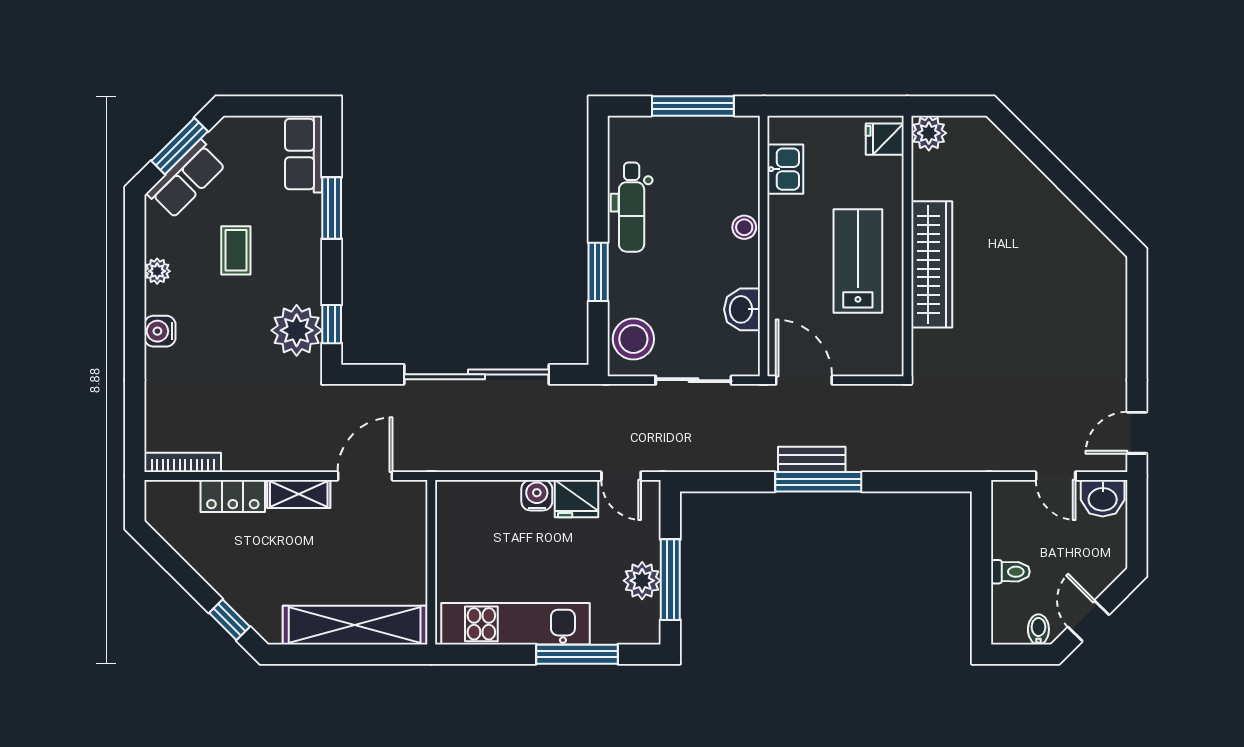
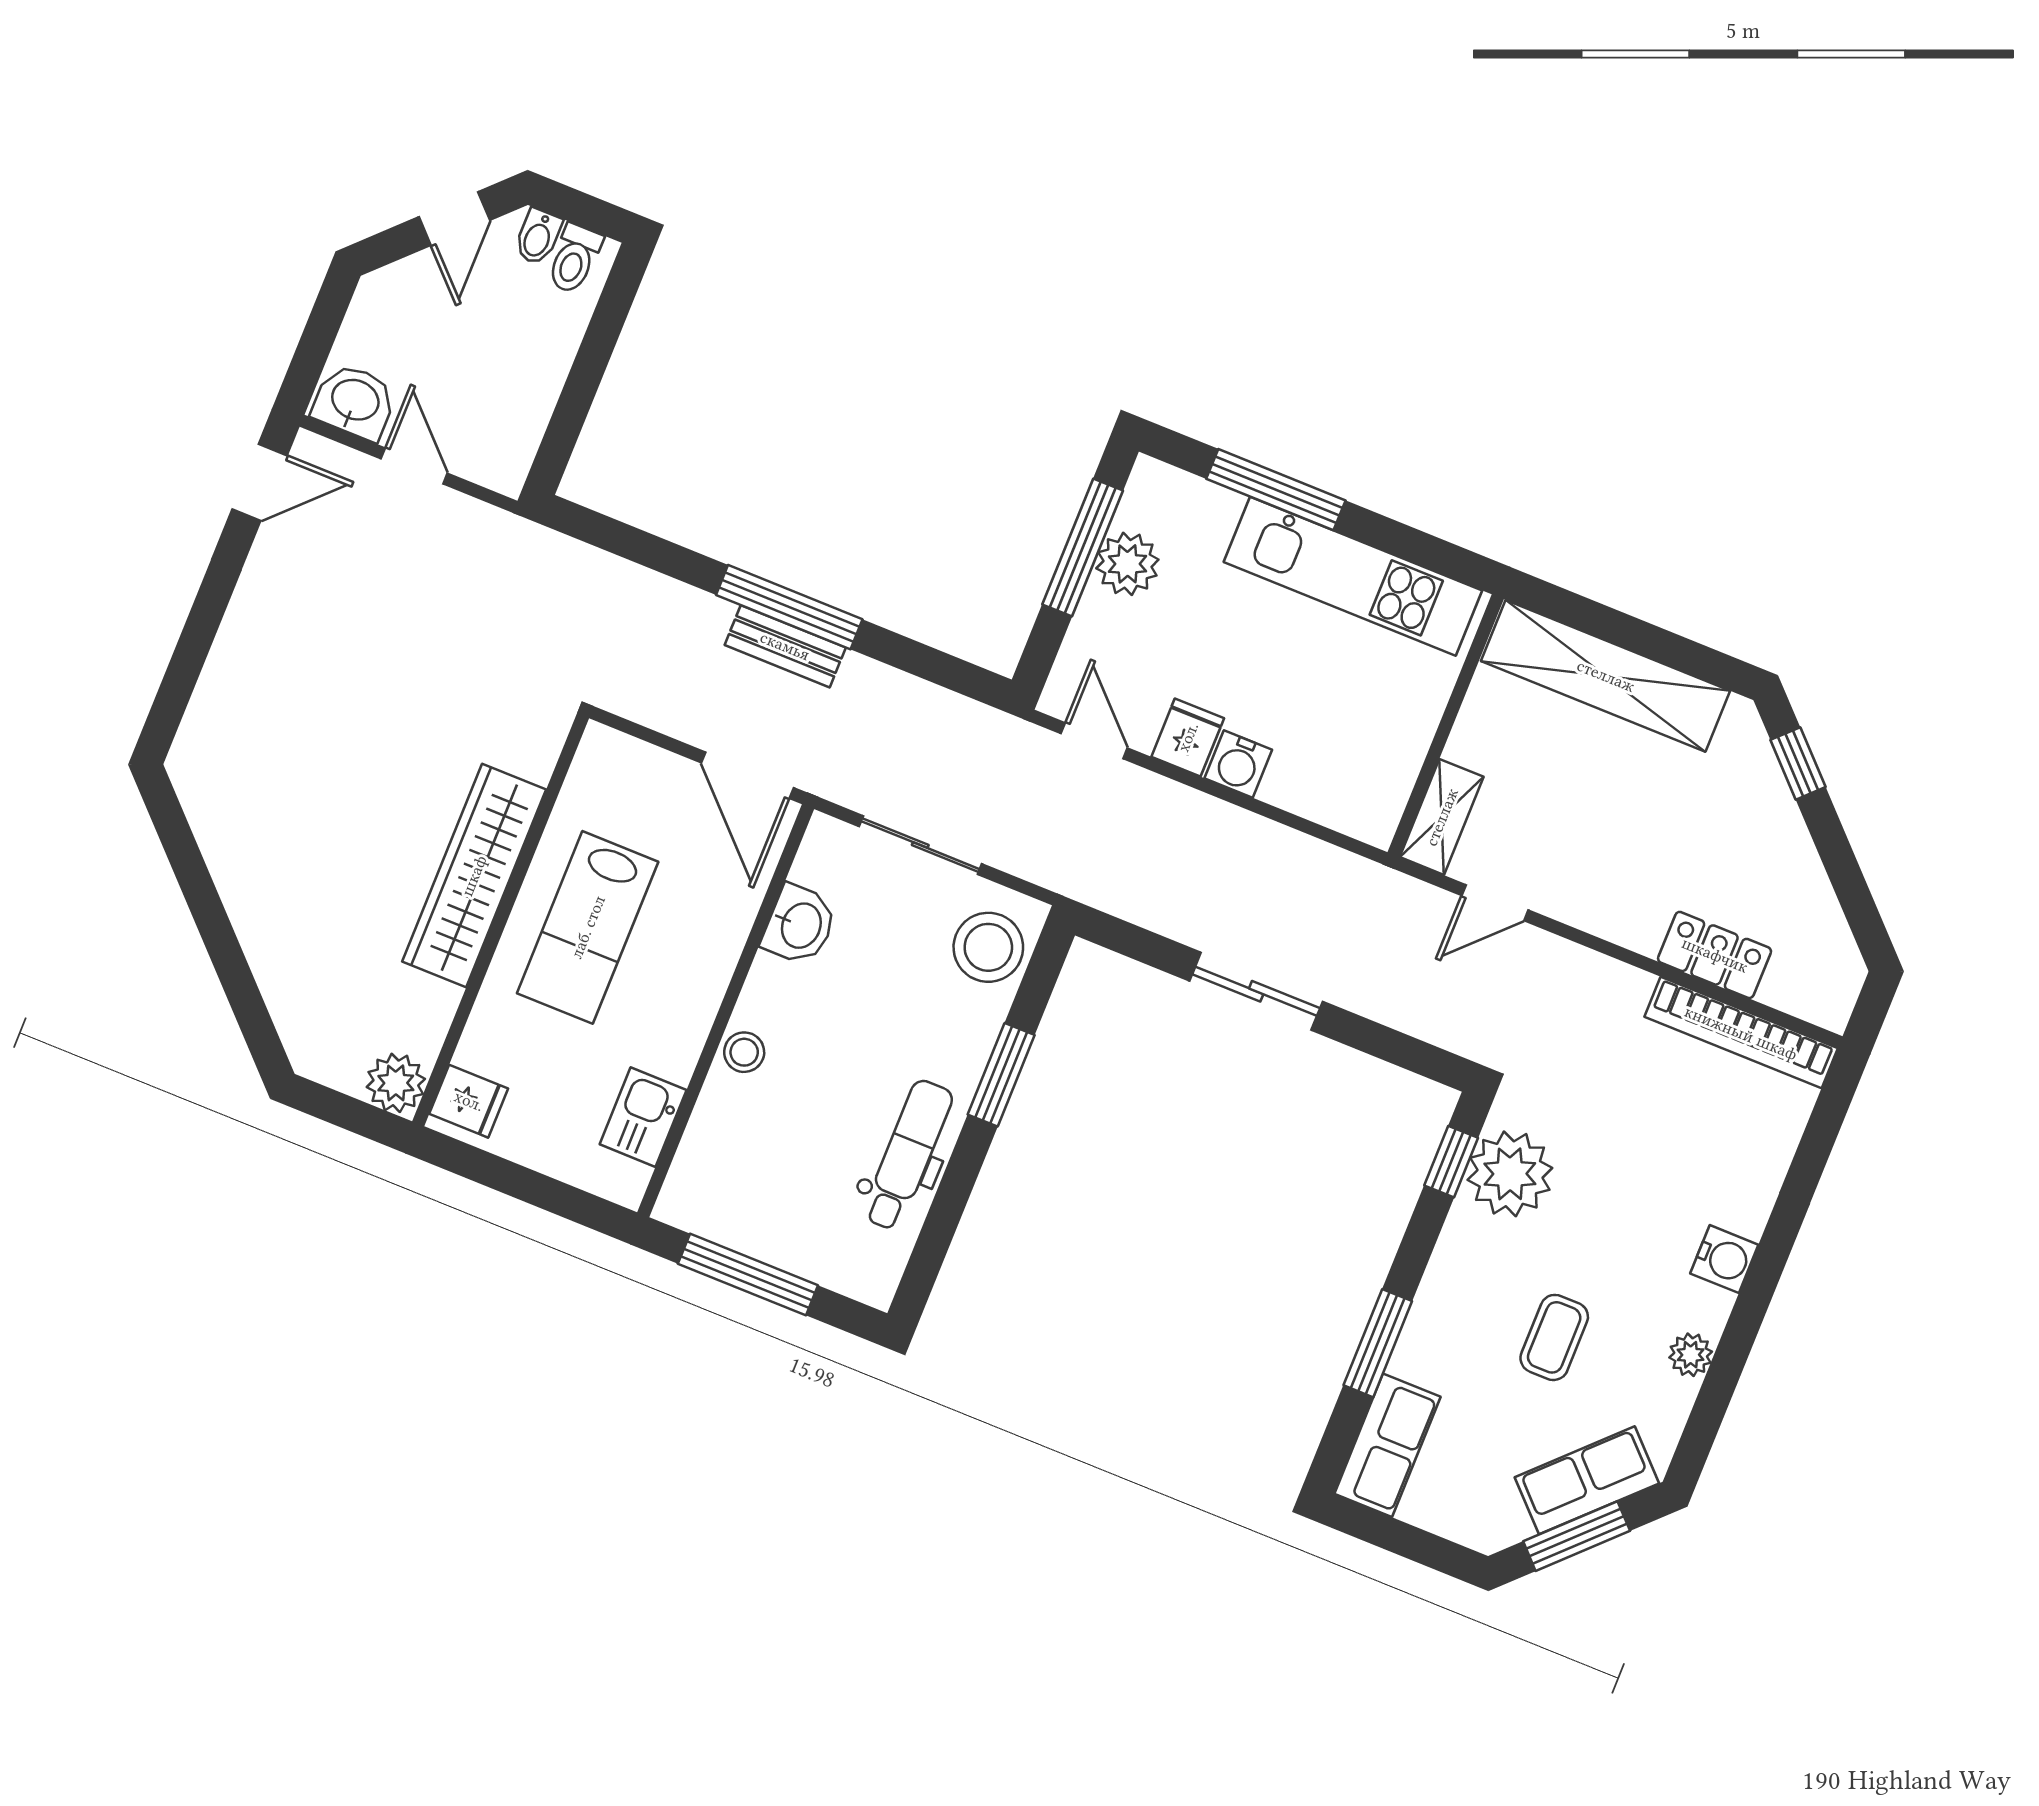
sliding door: (477, 374) -> (1256, 991), width x0.54
bookcase: (183, 462) -> (1741, 1033), width x1.48, depth x1.31
door: (365, 476) -> (1495, 903), width x0.73
shelving: (299, 494) -> (1442, 817), moved, turned 90
fridge: (576, 499) -> (1188, 737), width x0.72
toilet: (1010, 572) -> (574, 259), moved, turned -90

